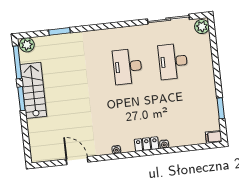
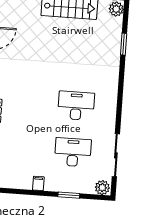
filing cabinet: (209, 89) -> (38, 183), added
window: (221, 108) -> (69, 195), moved

